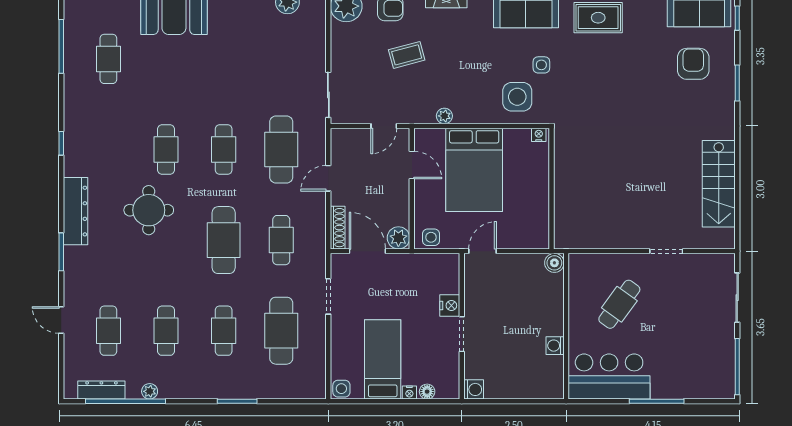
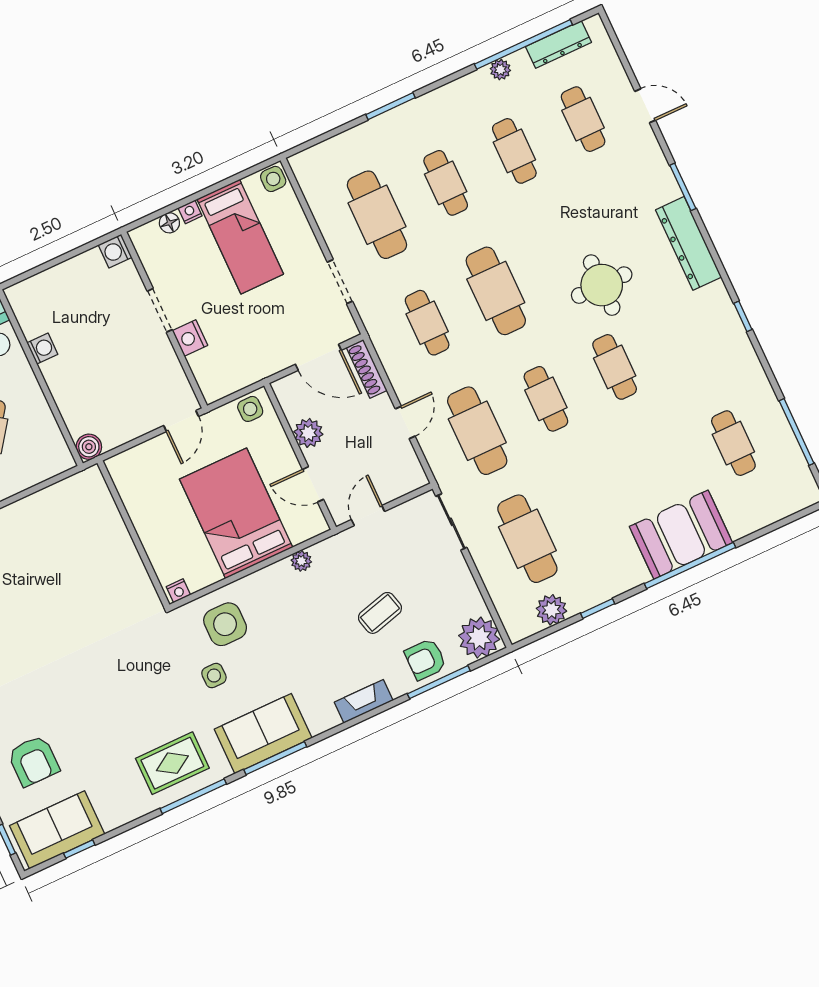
cafe table: (281, 59) -> (527, 539), added
plant: (398, 238) -> (308, 433), moved

